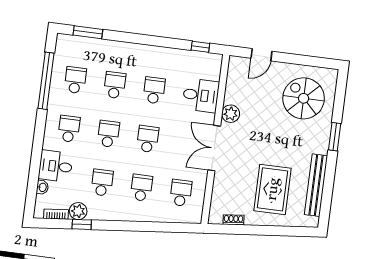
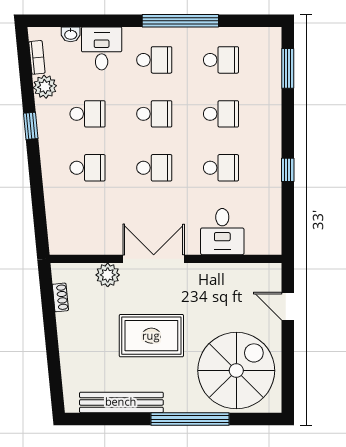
window: (200, 47) -> (288, 170), moved
window: (46, 81) -> (180, 21), moved
spiral stairs: (304, 98) -> (236, 371), width x1.37, depth x1.37
plant: (231, 114) -> (108, 275), moved
window: (335, 137) -> (190, 419), width x2.11
rug: (273, 189) -> (151, 336), moved
school desk: (181, 193) -> (87, 222), removed
window: (82, 224) -> (31, 126), moved

